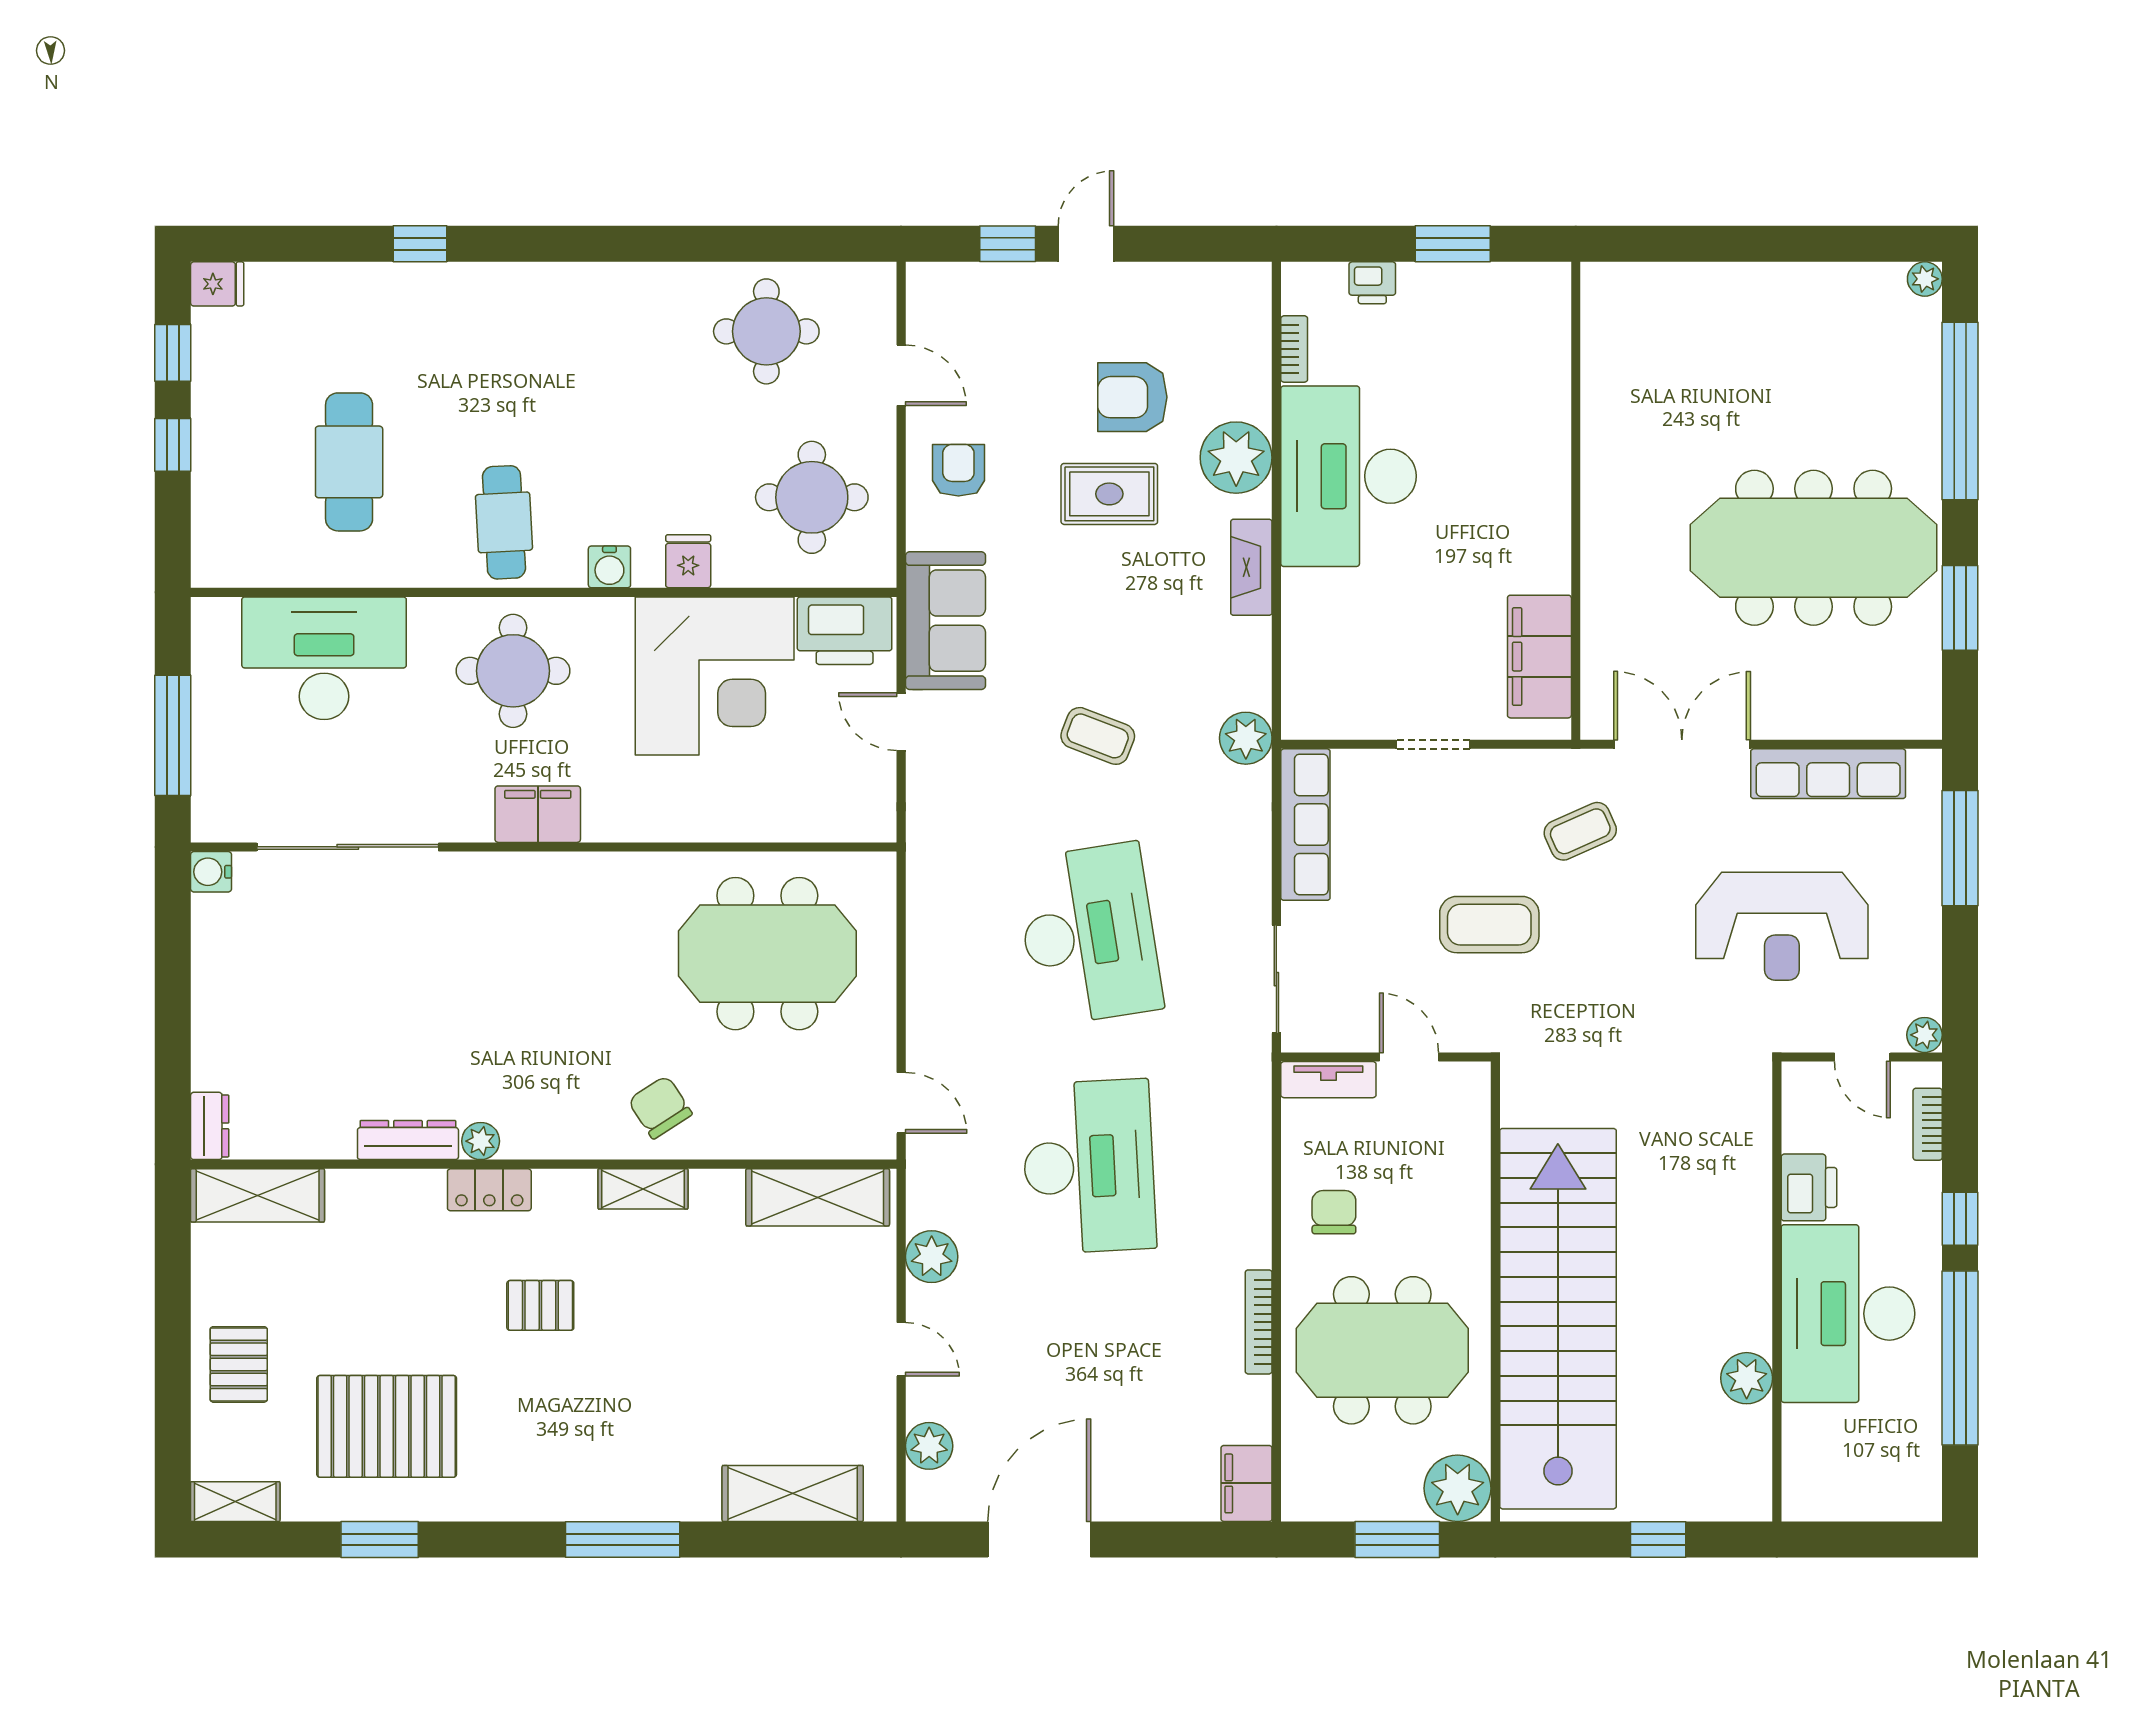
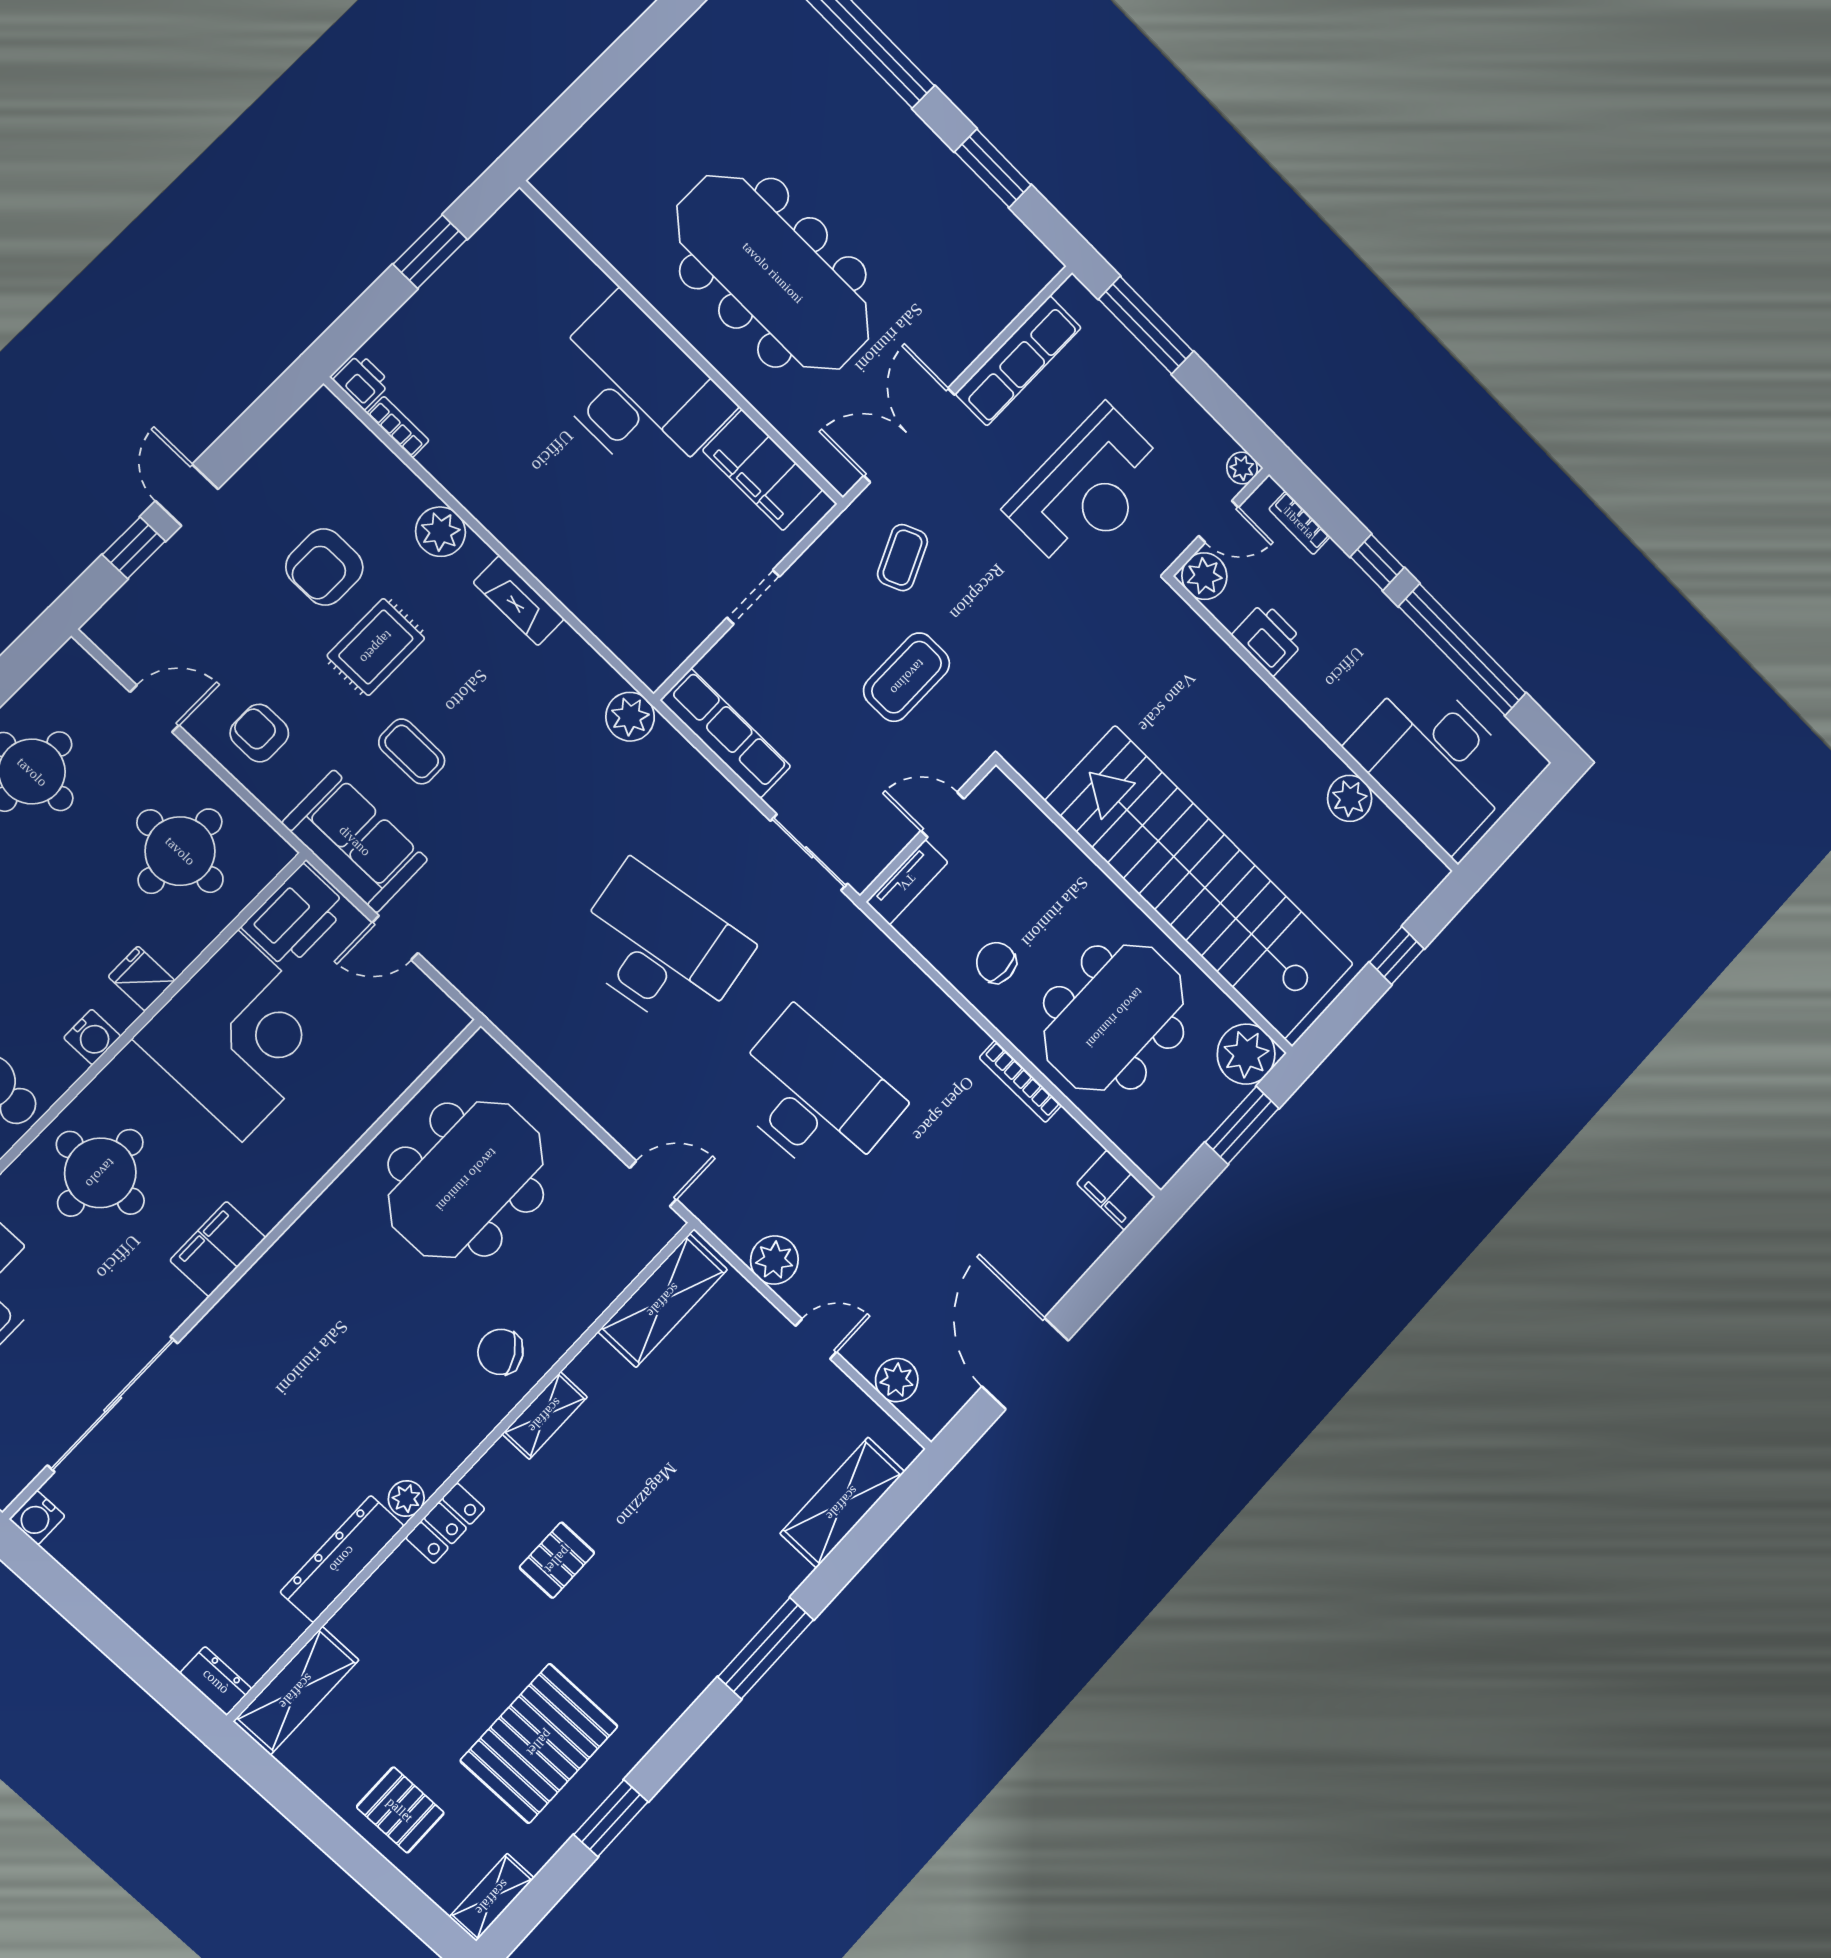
printer: (1372, 283) -> (362, 381), moved, turned -90
plant: (1236, 458) -> (440, 532), width x0.73, depth x0.73
desk: (1349, 476) -> (637, 391), moved, turned 180
meeting table: (1814, 548) -> (773, 273), moved, turned 90
coffee table: (1098, 736) -> (412, 751), moved, turned 69
plant: (1807, 1087) -> (1204, 576), added
dresser: (408, 1140) -> (342, 1559), width x1.37, depth x1.24
desk: (1848, 1314) -> (1435, 760), moved

